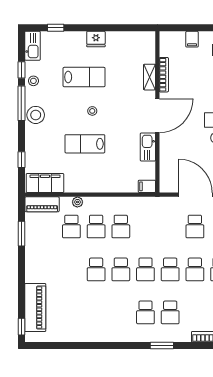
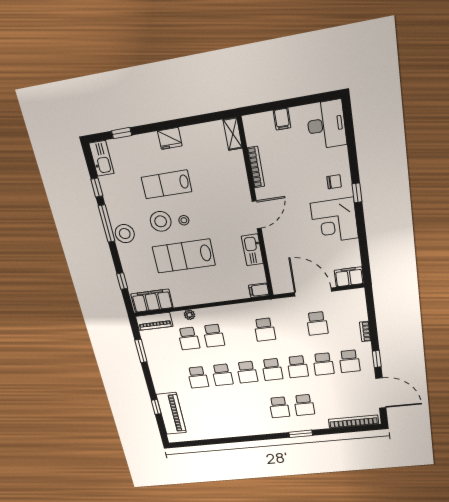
lab bench: (84, 77) -> (166, 184), turned 180
shelving: (150, 77) -> (233, 134), moved
stool: (33, 81) -> (161, 221), moved, width x1.89, depth x1.89
door: (157, 116) -> (257, 215), width x0.73
lab bench: (85, 144) -> (184, 256), width x1.36, depth x1.39
school desk: (121, 226) -> (265, 330), moved
school desk: (71, 269) -> (198, 377), added
window: (21, 327) -> (156, 407), moved

